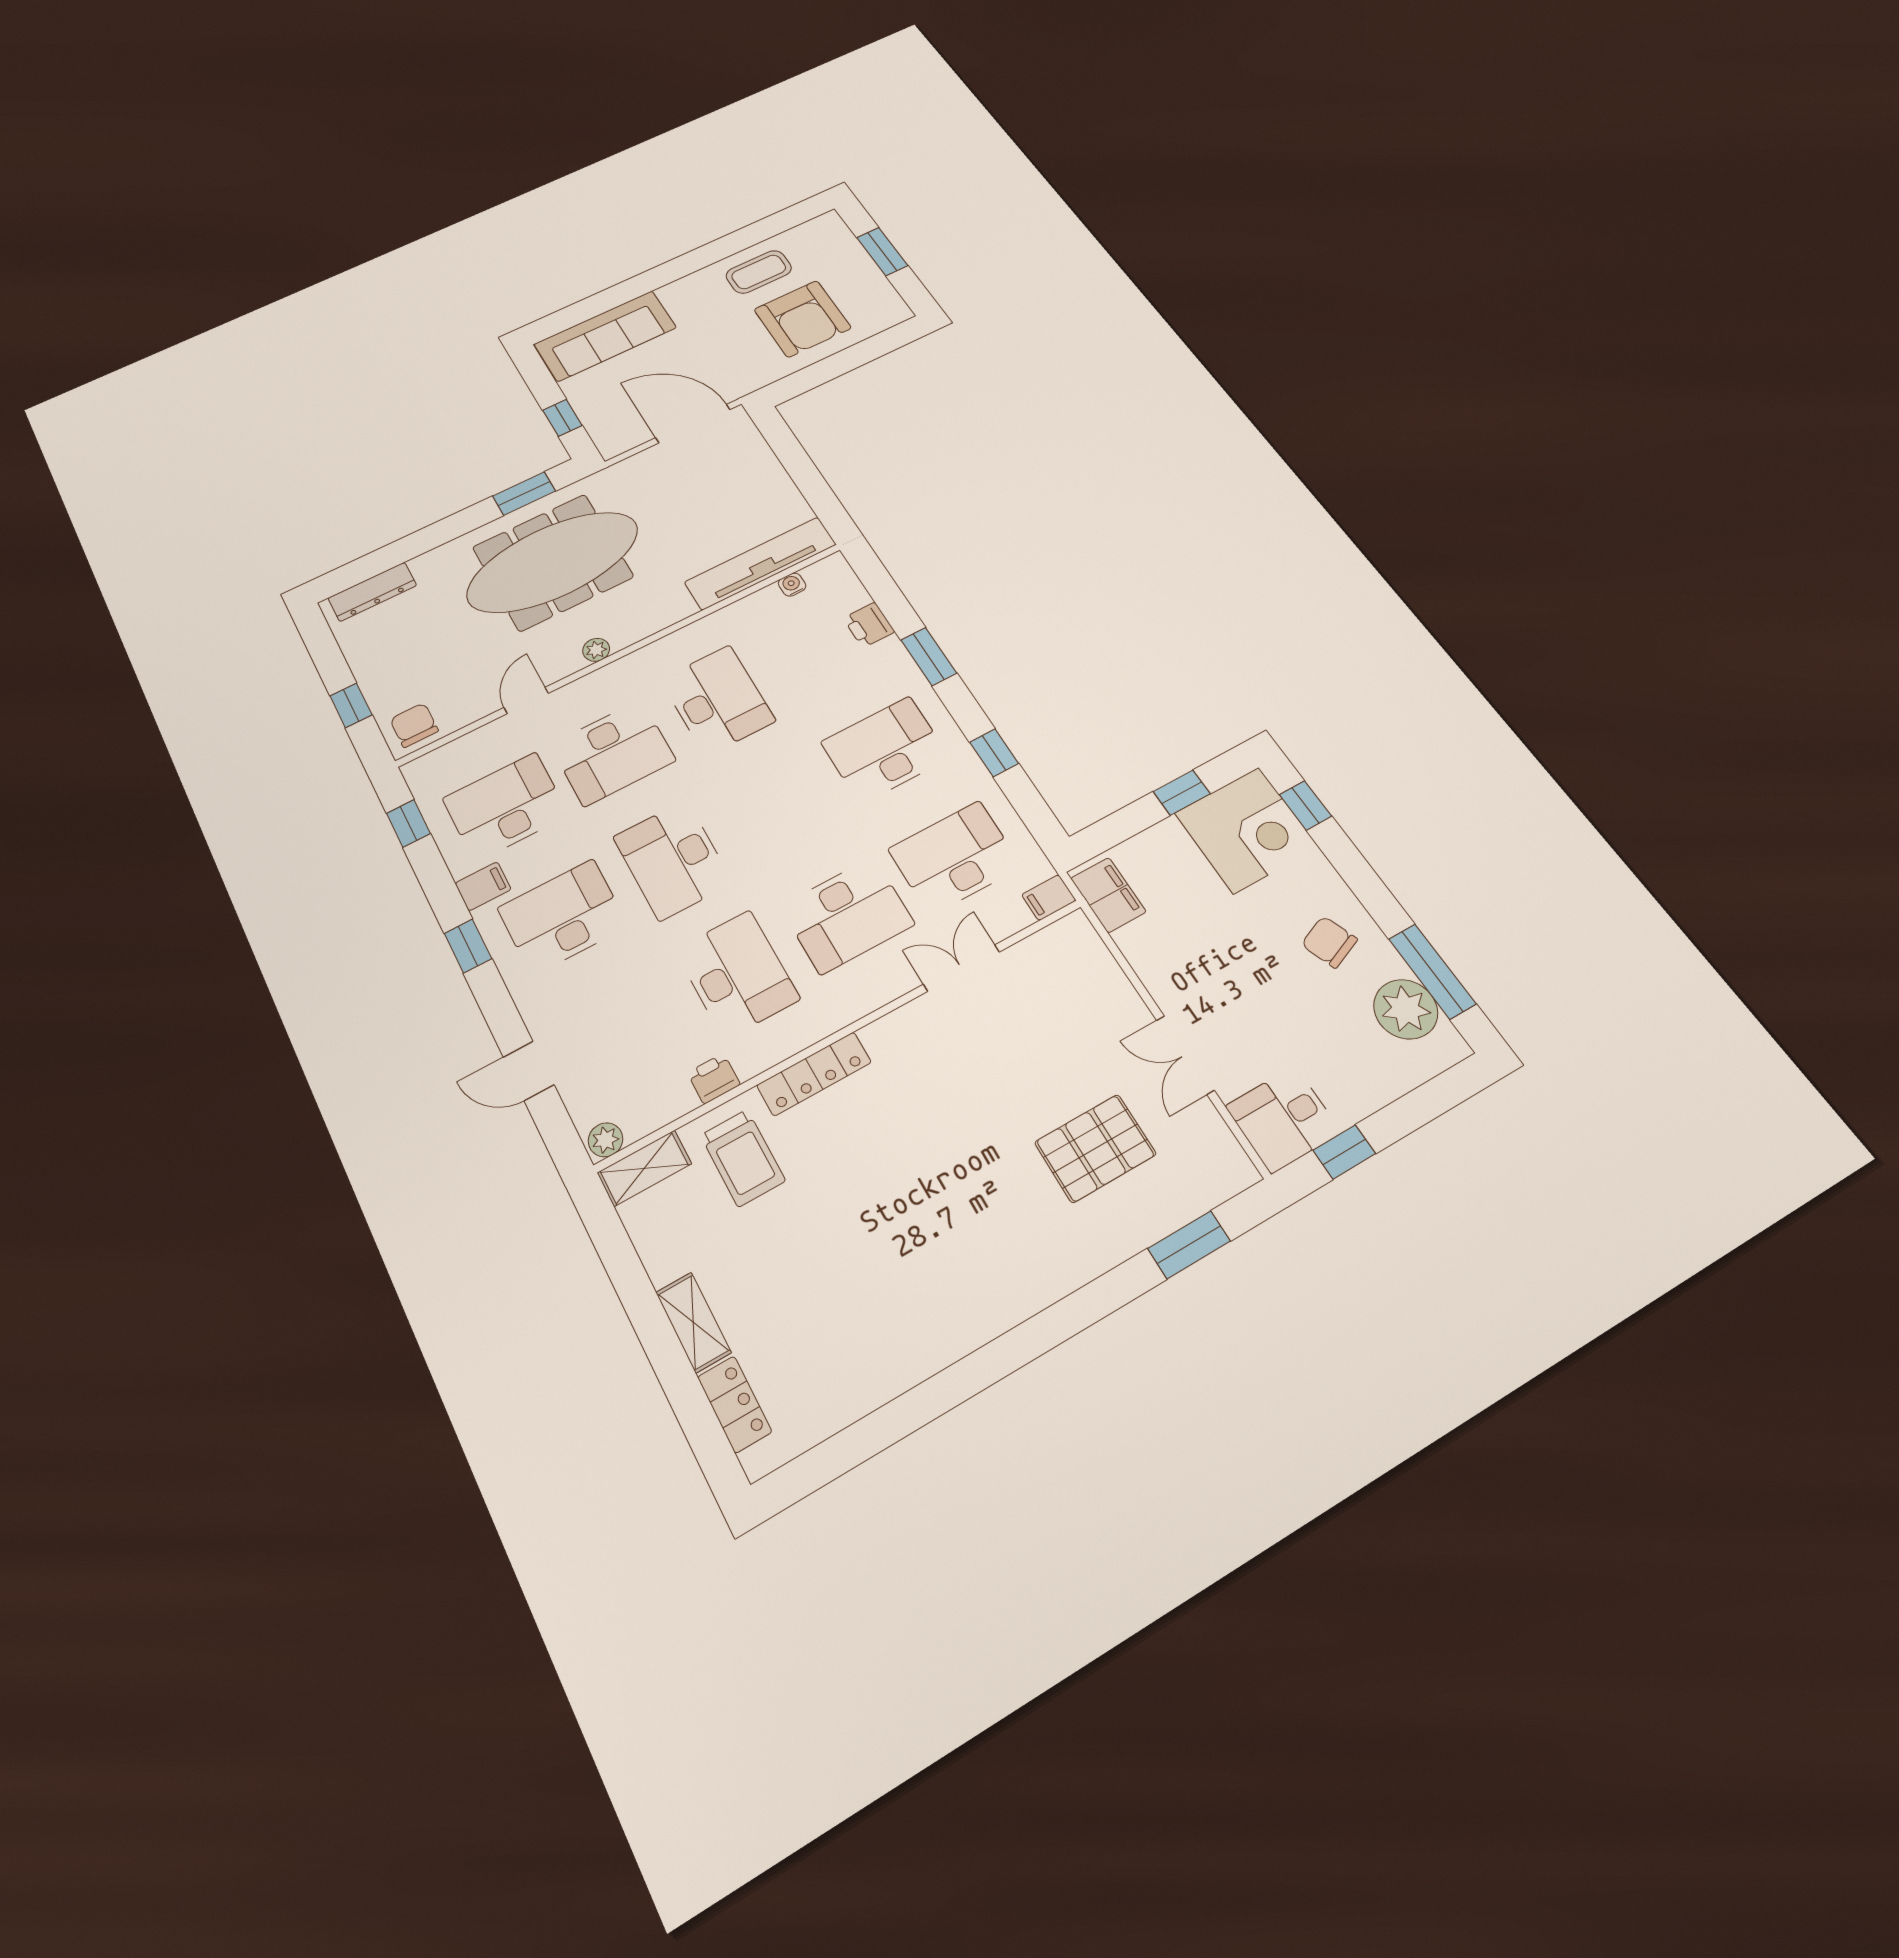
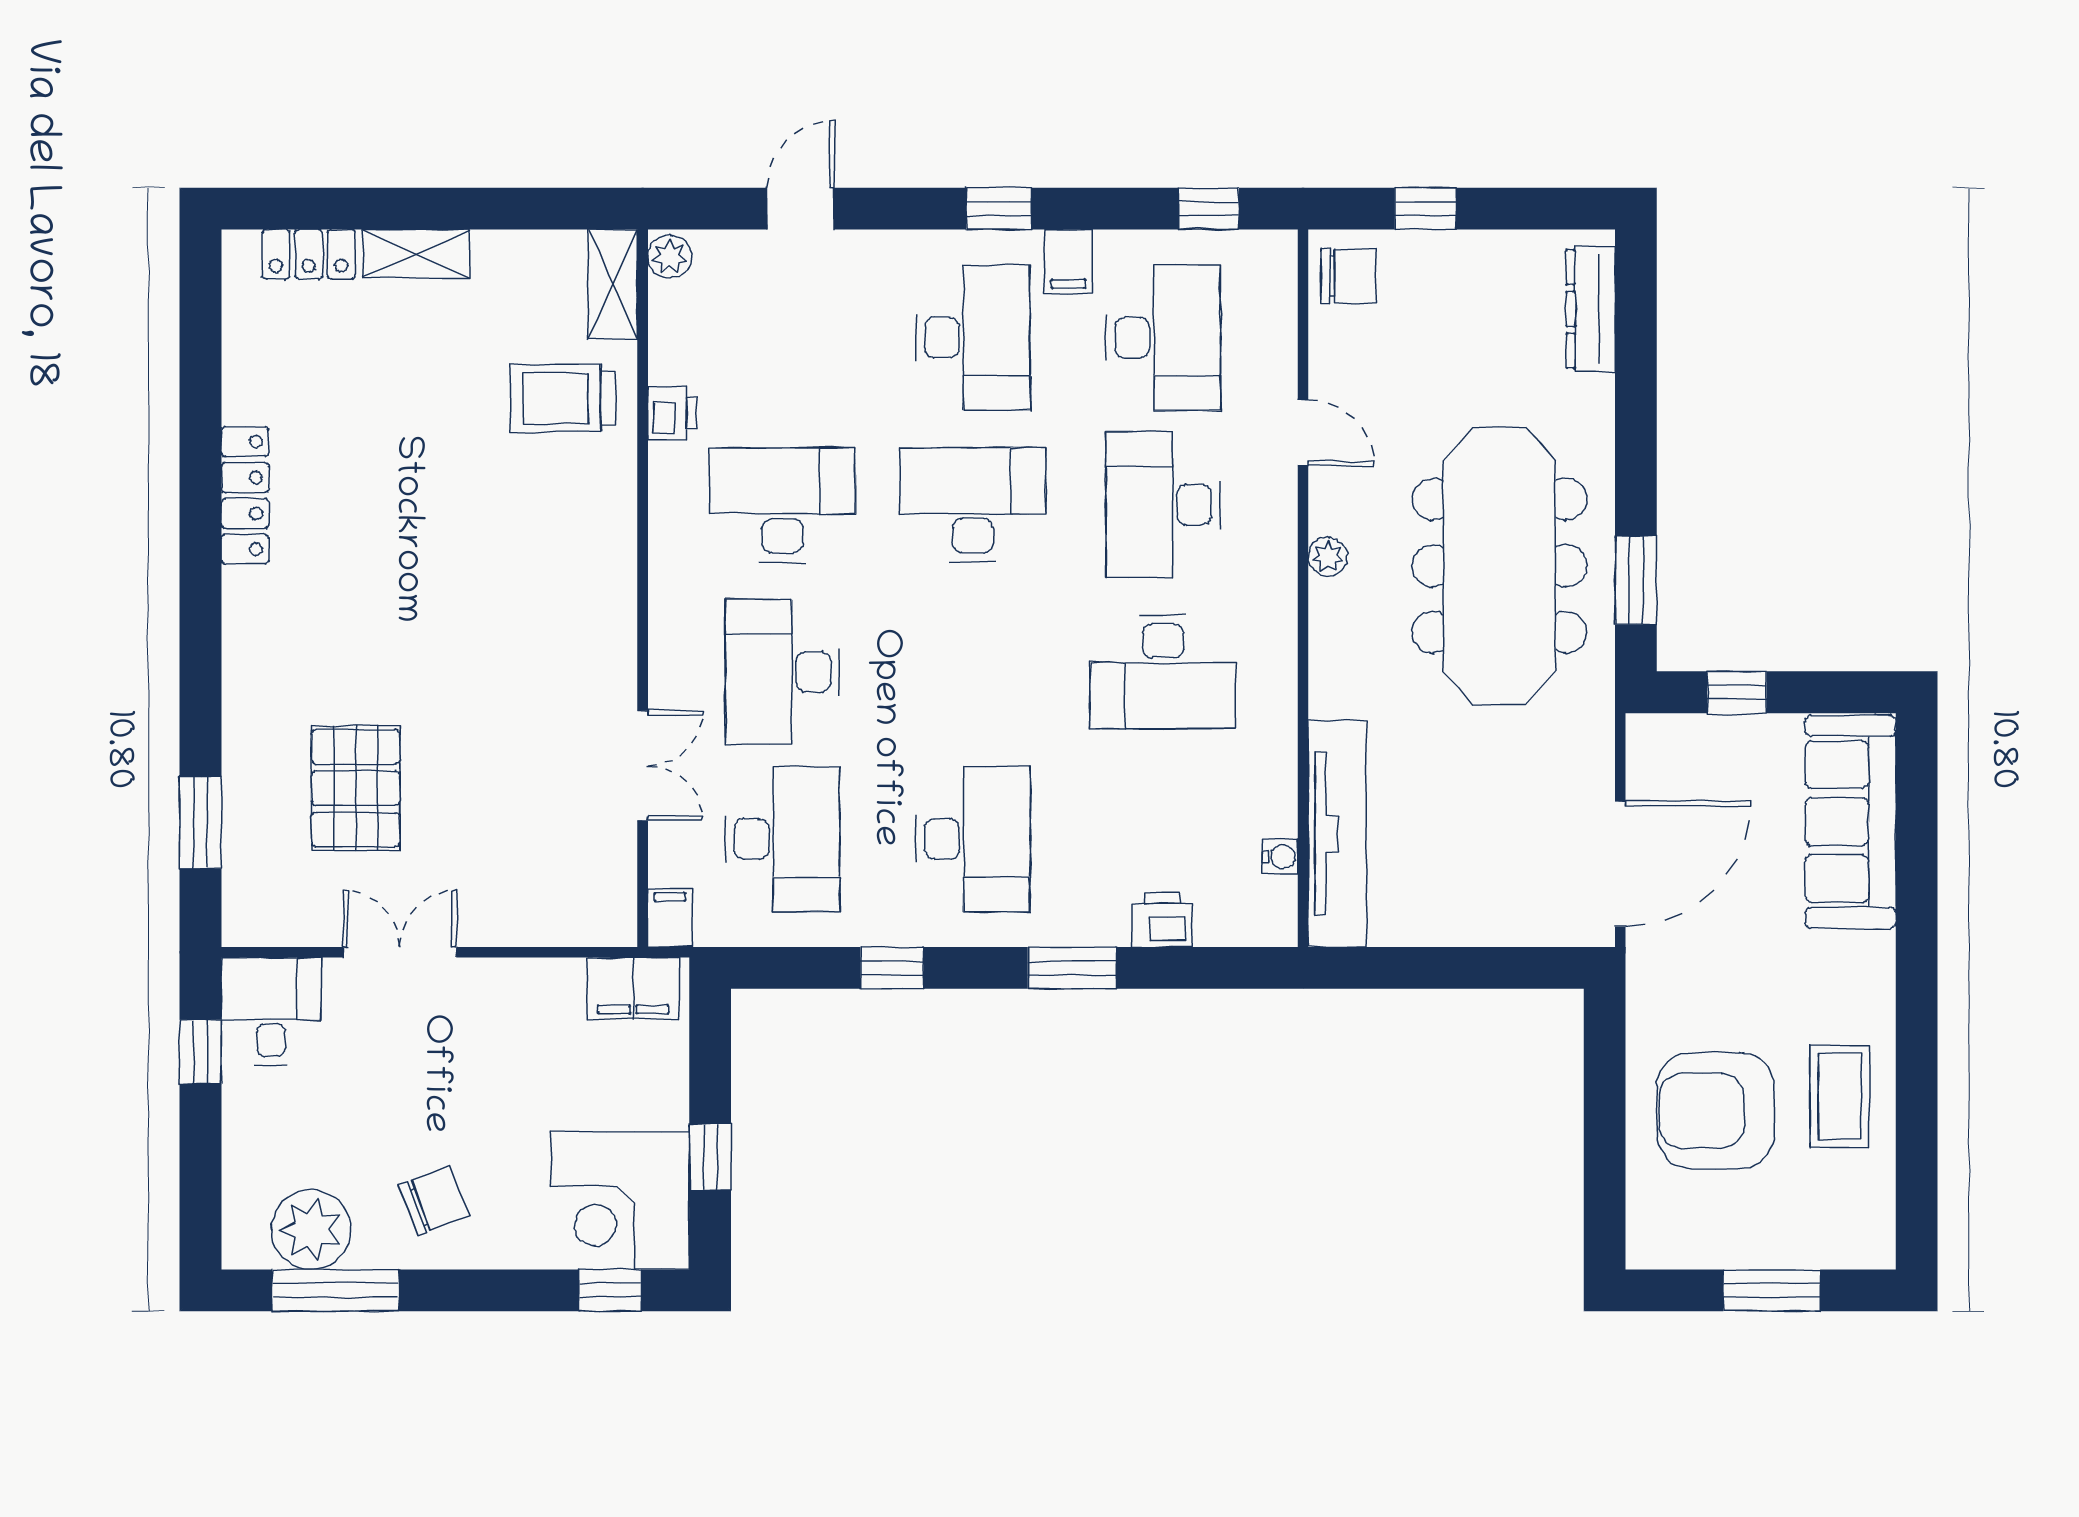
desk: (737, 974) -> (782, 505), turned 180
locker: (814, 1074) -> (245, 495), moved, turned 180

